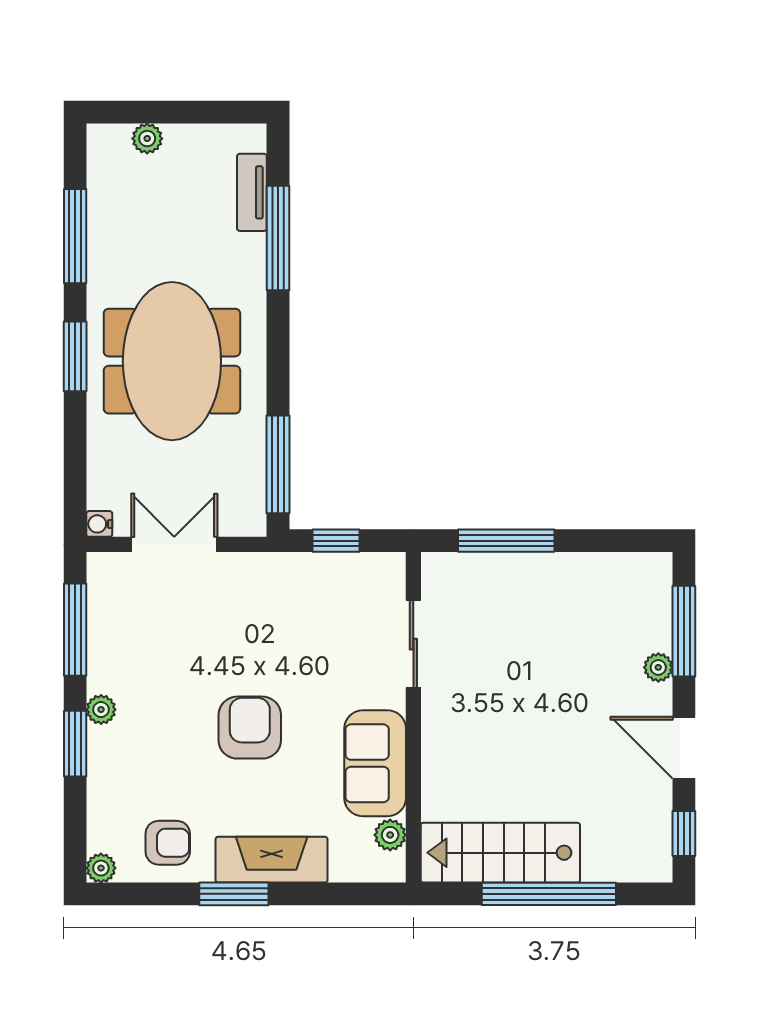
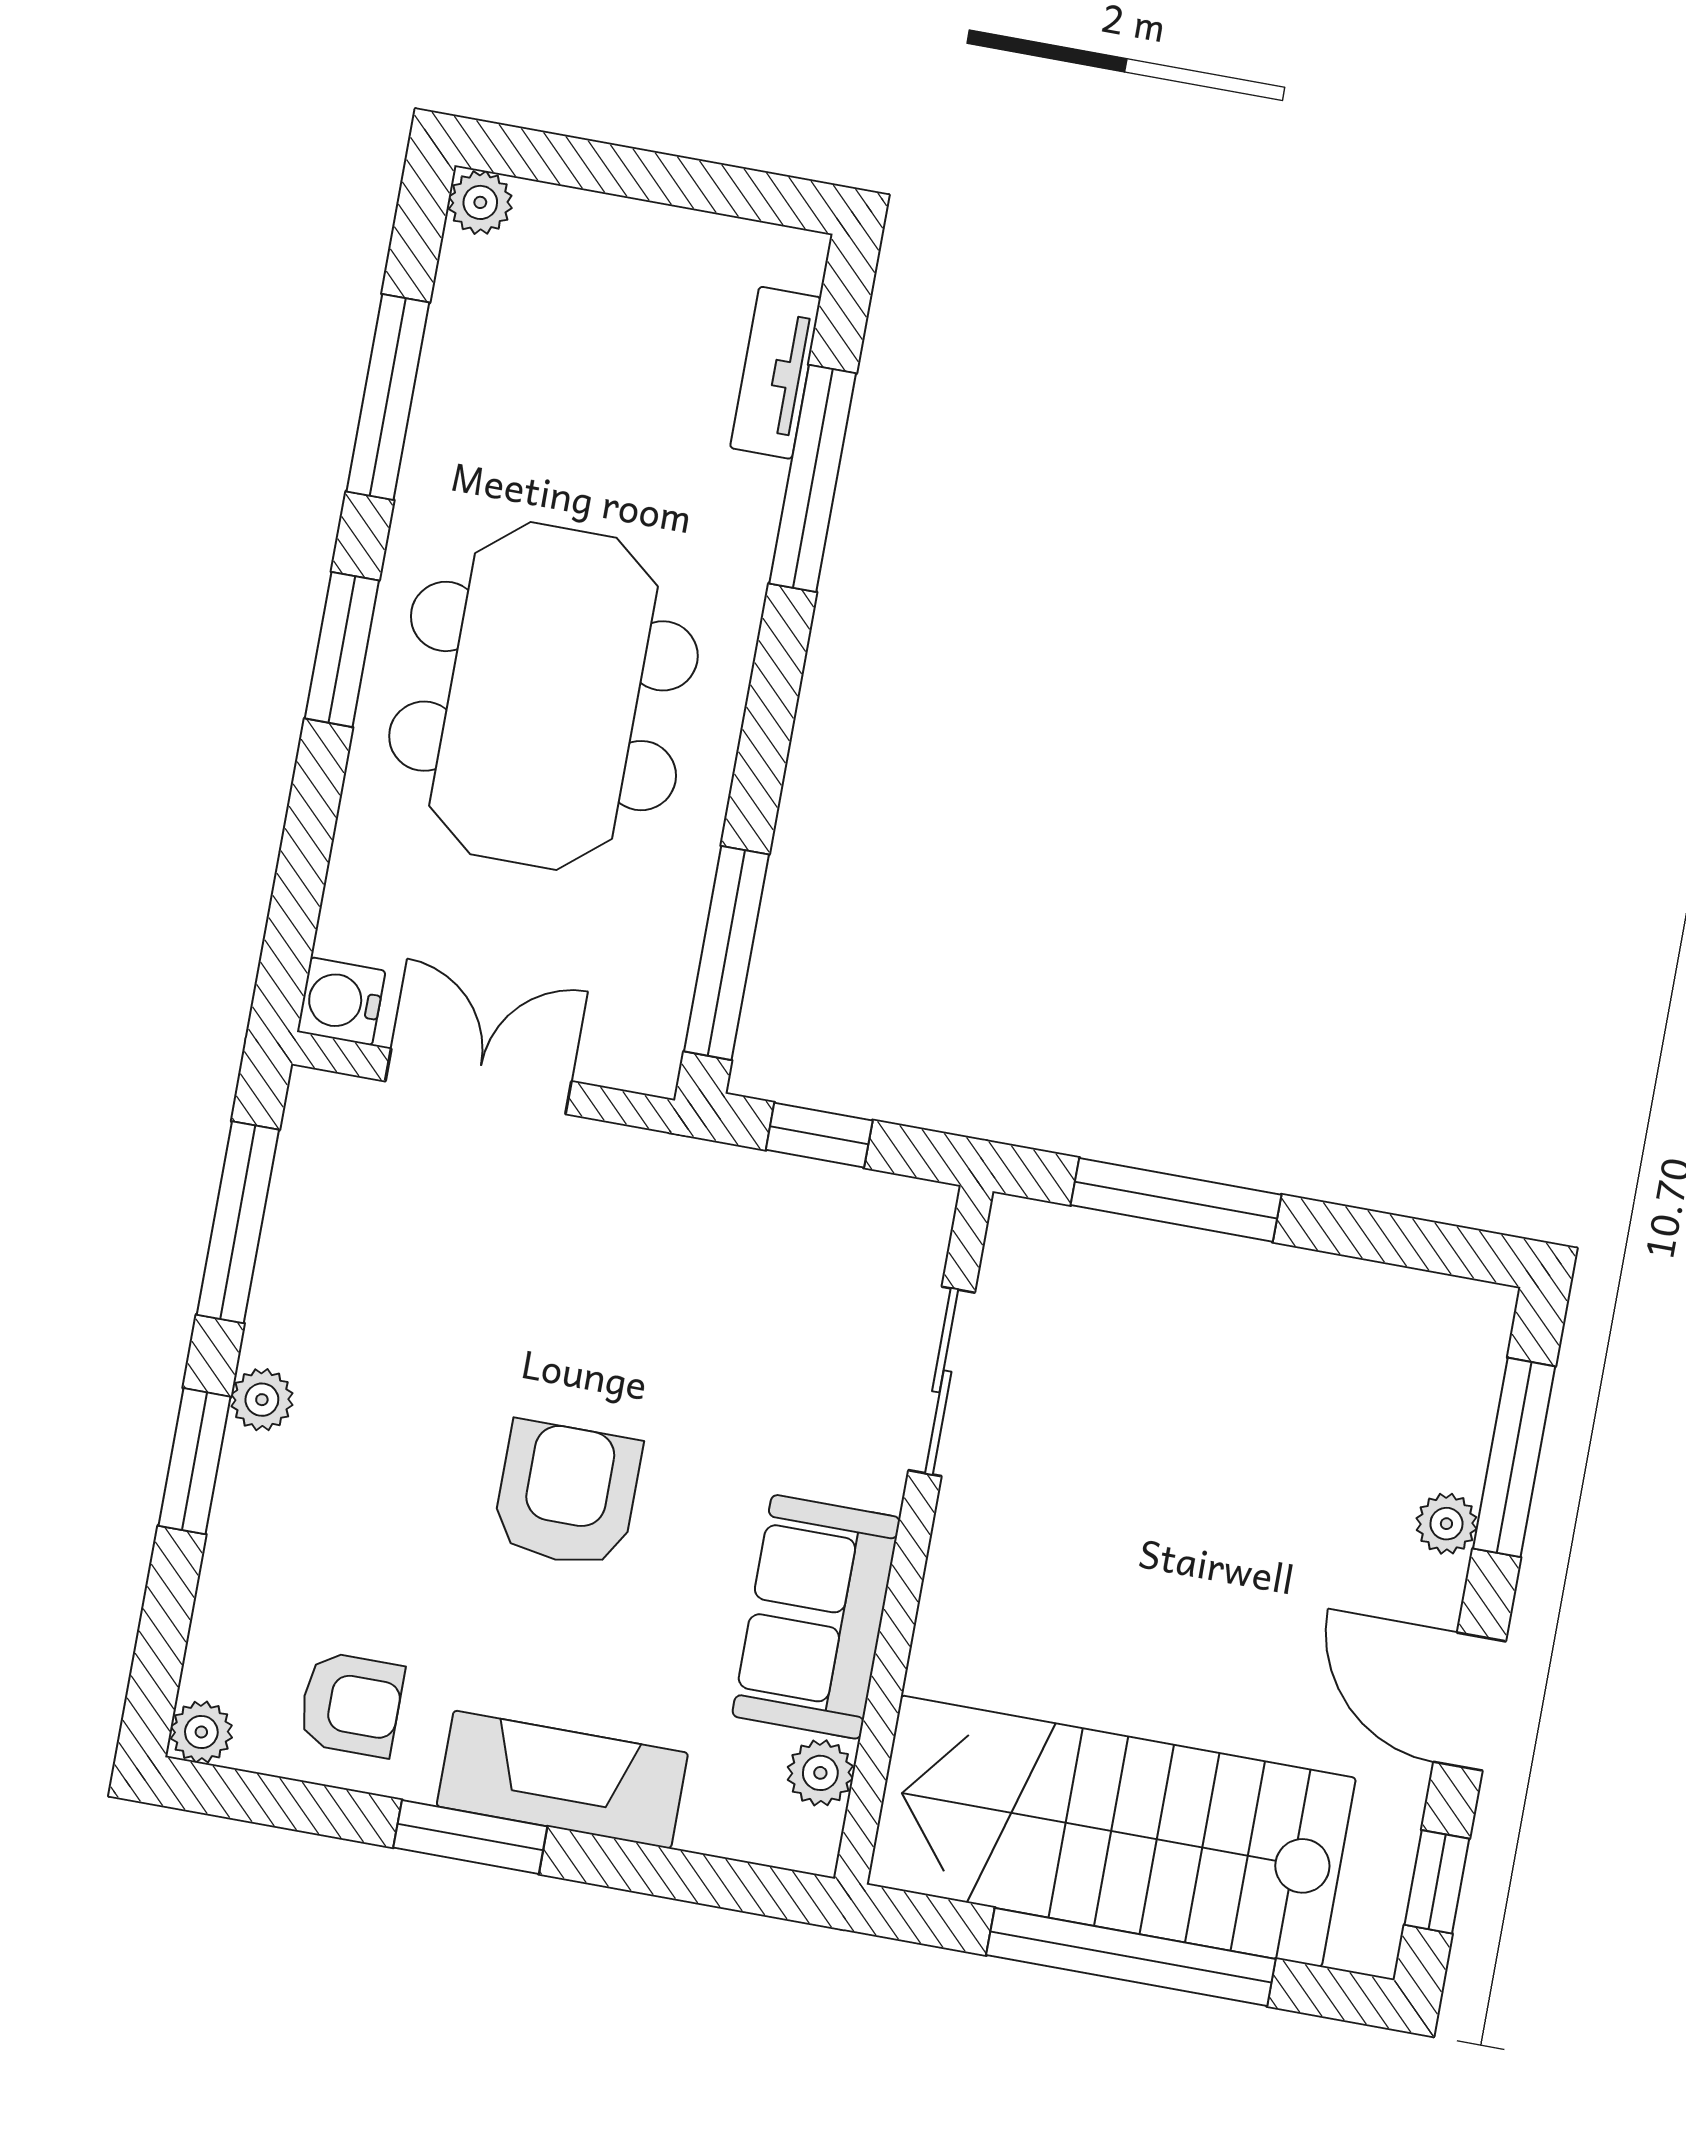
plant: (147, 139) -> (480, 202), moved
water cooler: (99, 524) -> (341, 1001), width x1.38, depth x1.38
stairs: (500, 853) -> (1111, 1831), width x1.36, depth x1.51

